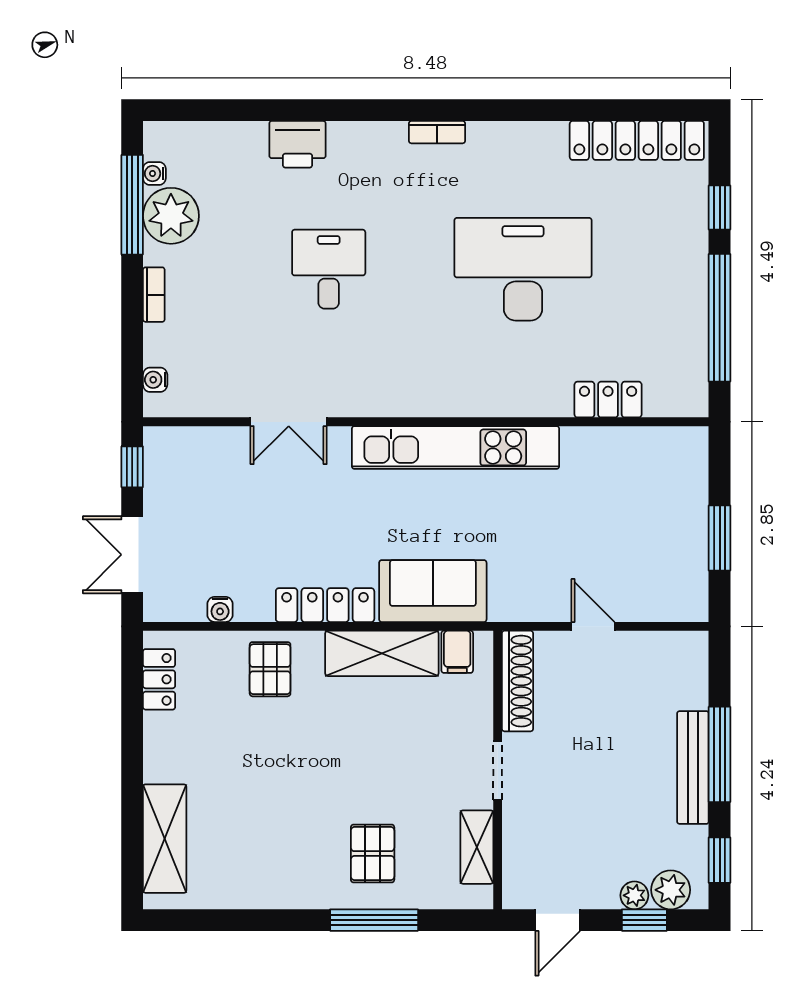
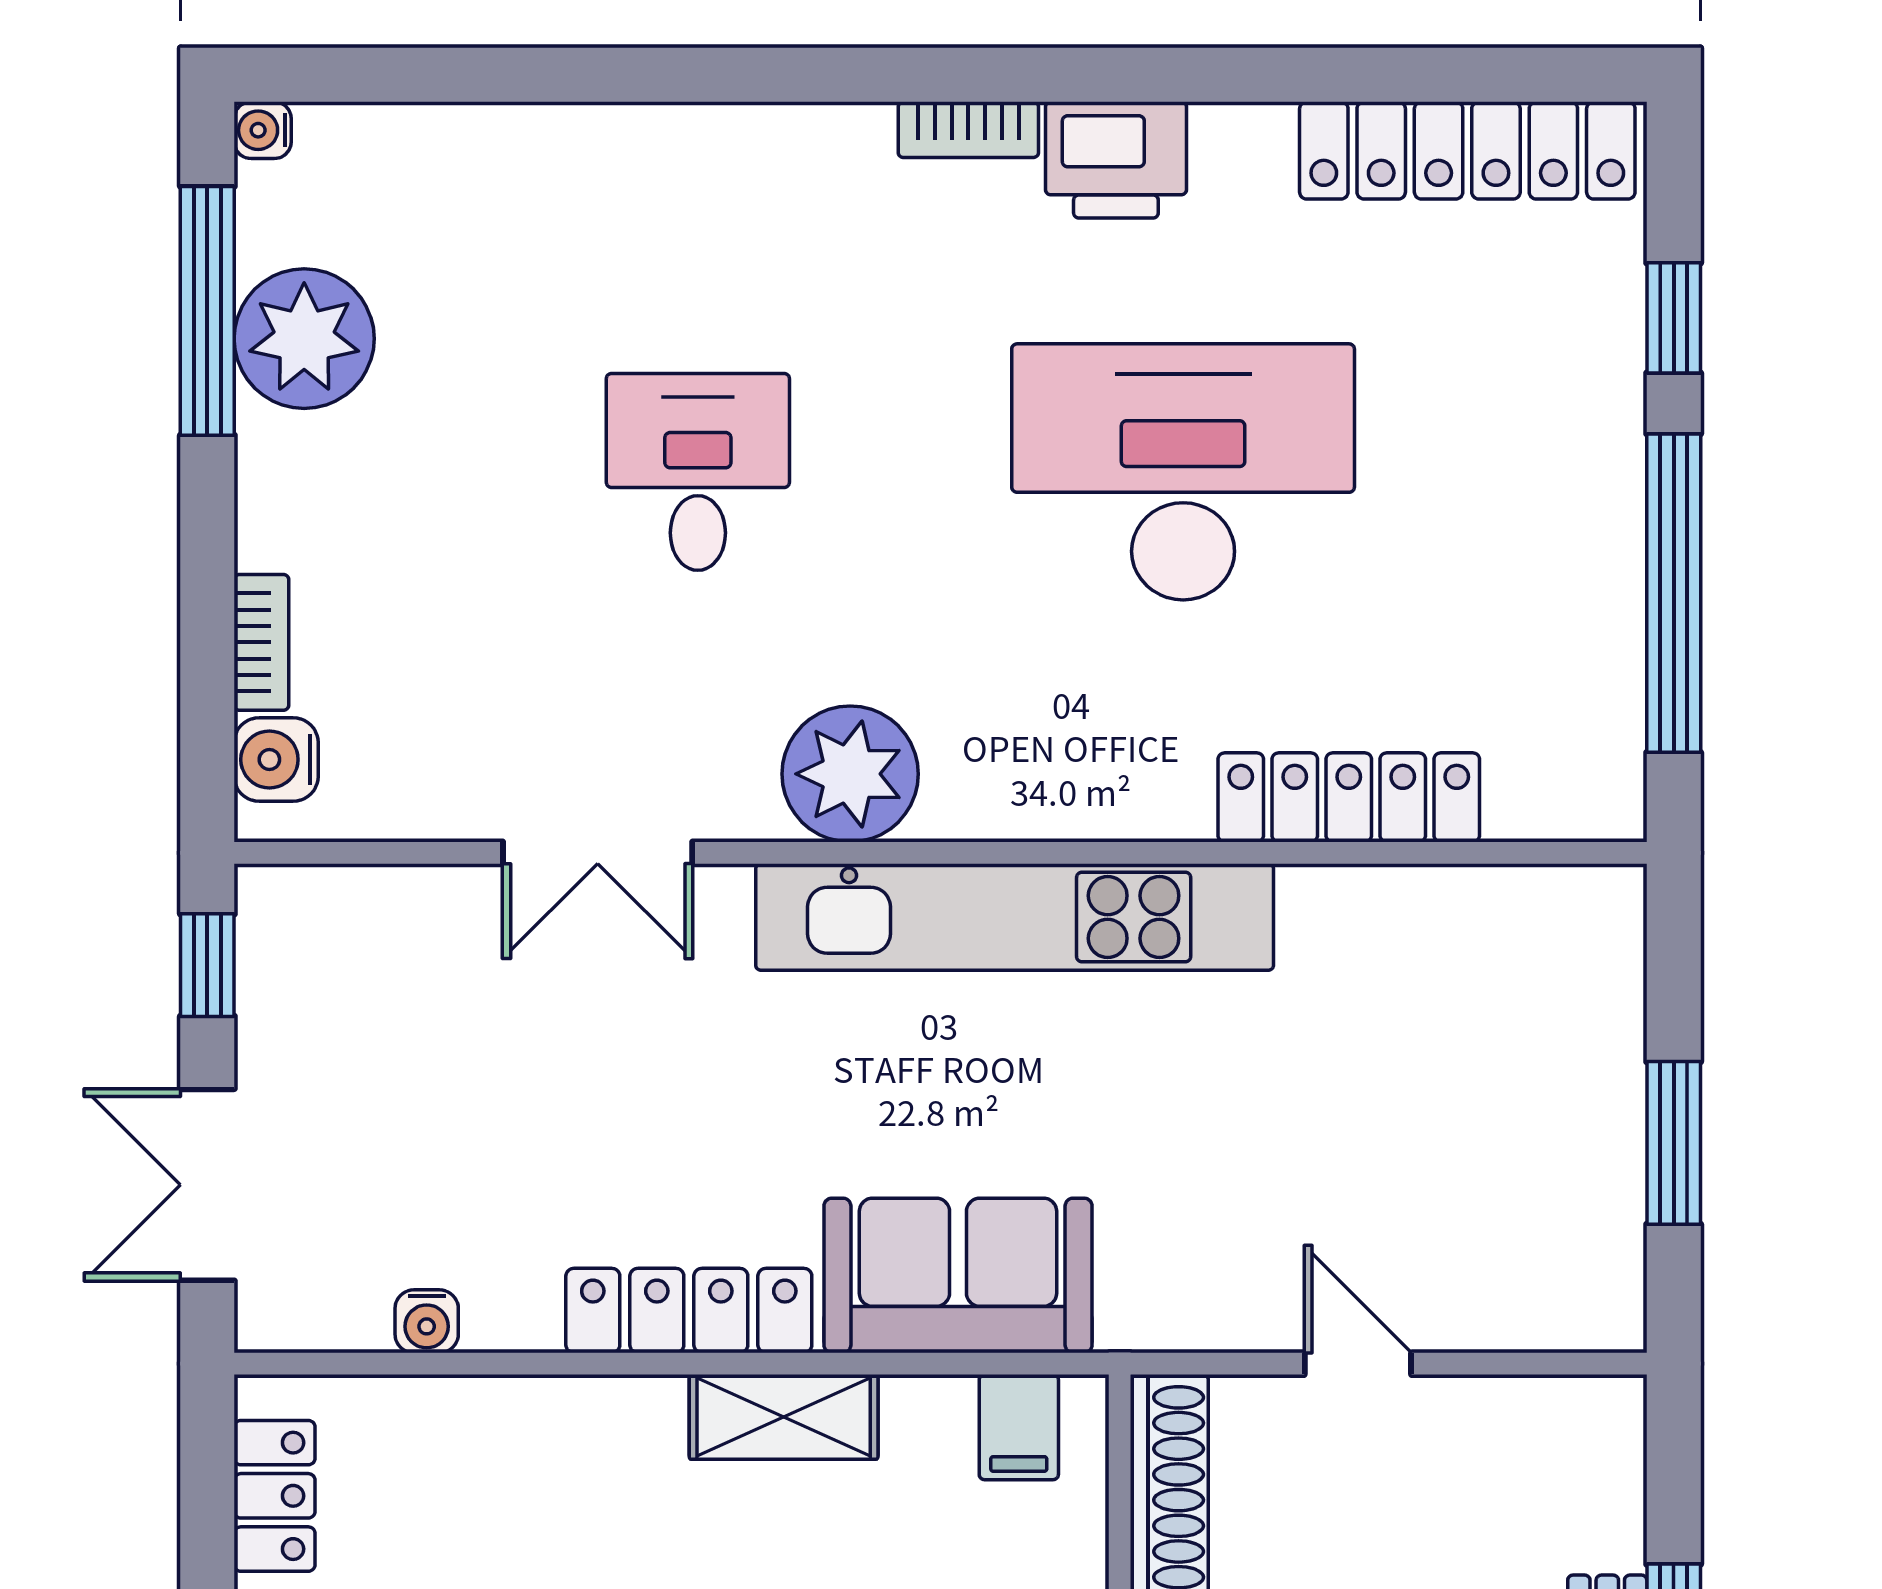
printer: (297, 144) -> (1116, 160), moved
water cooler: (154, 173) -> (263, 130), moved
bookcase: (154, 295) -> (261, 642), moved
water cooler: (155, 380) -> (276, 760), width x1.38, depth x1.38
plant: (390, 390) -> (850, 774), added
locker: (608, 400) -> (1349, 797), width x1.53
shelving: (382, 653) -> (784, 1417), width x0.67, depth x0.75
pallet: (270, 669) -> (552, 1470), removed

